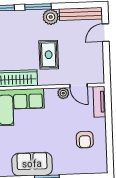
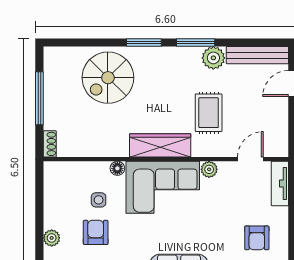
door: (79, 86) -> (250, 159), swing flipped
plant: (63, 93) -> (209, 169), moved

